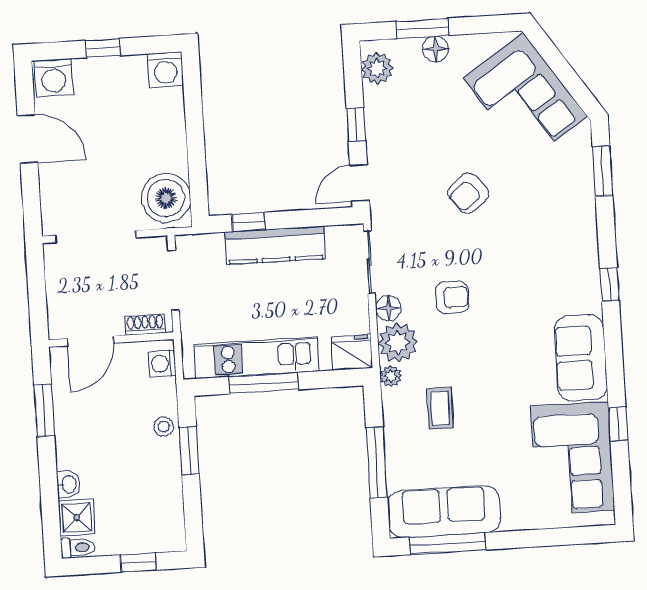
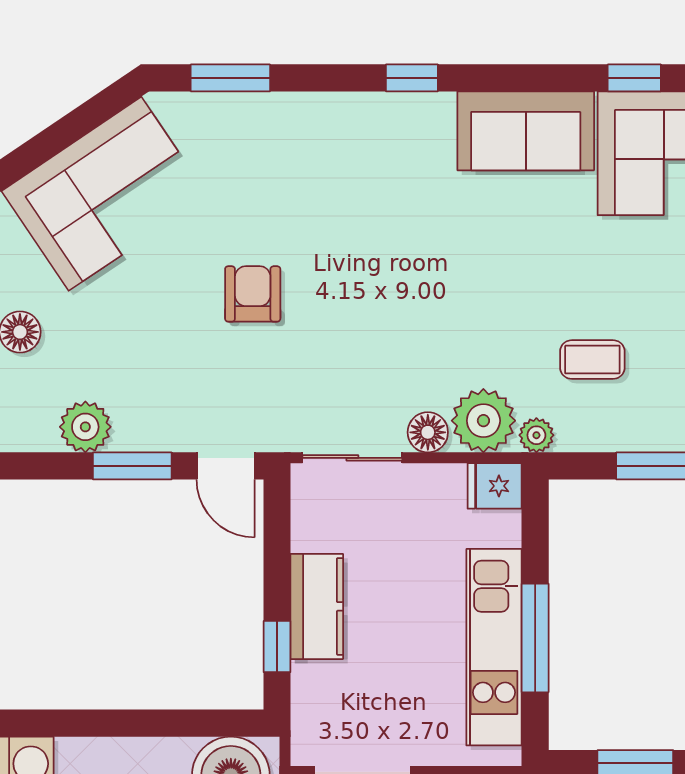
plant: (377, 68) -> (85, 427), moved
window: (356, 124) -> (132, 466), width x1.50
armchair: (468, 193) -> (253, 294), turned -141
kitchen counter: (275, 245) -> (317, 606), width x0.67
armchair: (452, 297) -> (417, 330), removed
fridge: (352, 352) -> (495, 486), width x0.72

